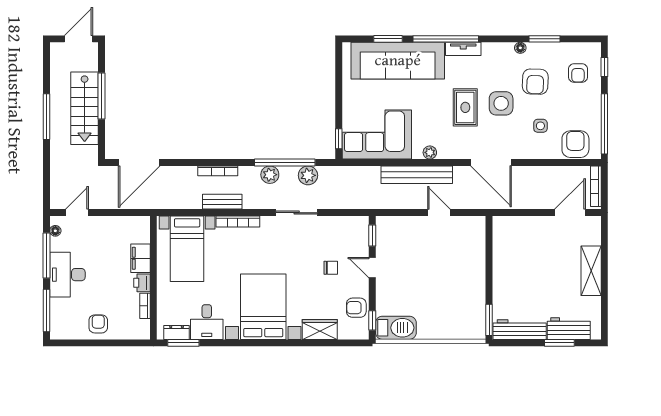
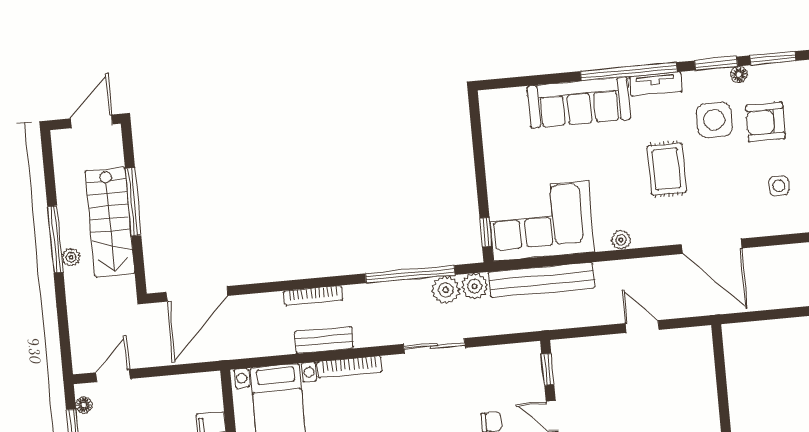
window: (388, 39) -> (716, 63), moved
sofa: (398, 61) -> (579, 103), width x0.74, depth x0.79
armchair: (535, 82) -> (765, 122), turned 88
side table: (501, 103) -> (714, 120), moved
plant: (56, 130) -> (71, 257), added
plant: (270, 175) -> (475, 286), moved
bench: (417, 175) -> (542, 280), moved

